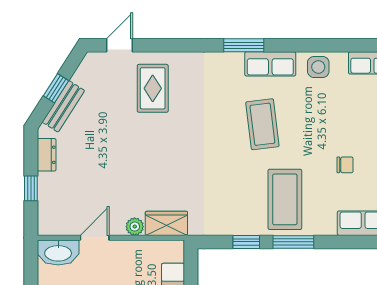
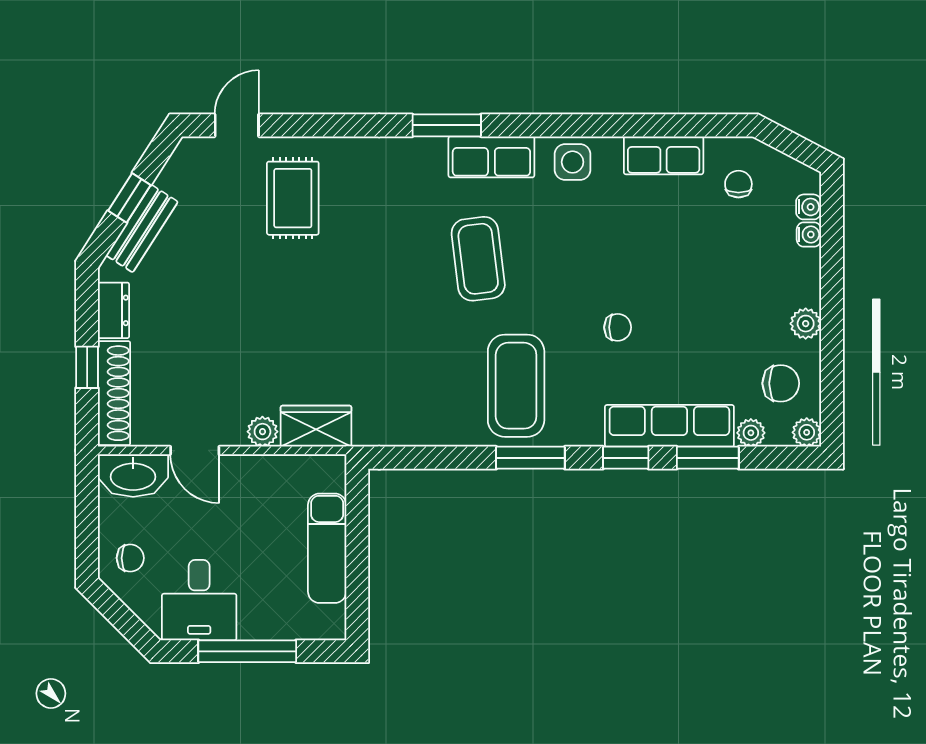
shoe rack: (47, 204) -> (114, 393), added
door: (95, 238) -> (195, 450), swing flipped
window: (246, 242) -> (626, 458), moved

